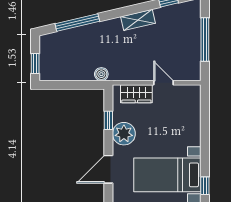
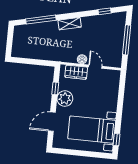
shelving: (138, 20) -> (70, 24), moved
window: (35, 63) -> (9, 45), removed
boiler: (101, 74) -> (82, 59), moved

